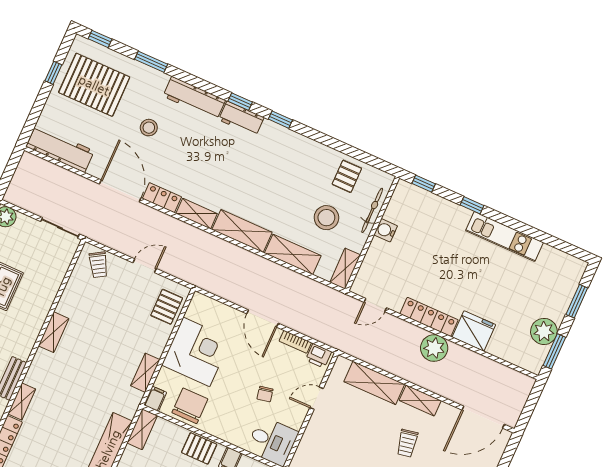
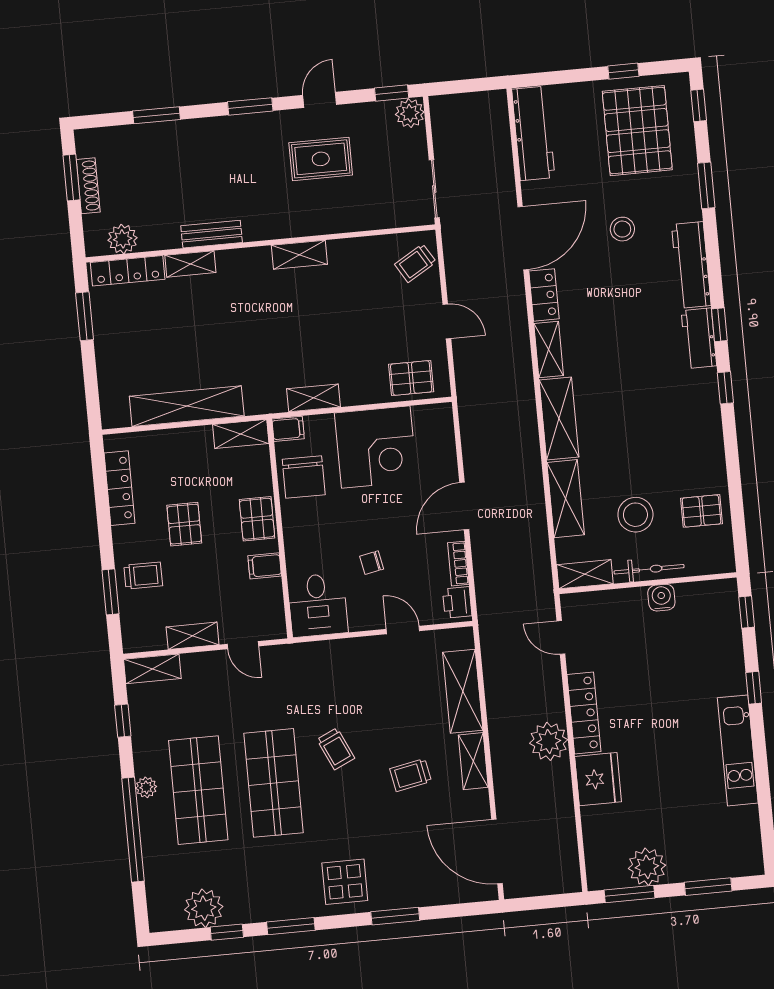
bicycle: (372, 210) -> (649, 569), moved
chair: (190, 406) -> (304, 477), turned 90

